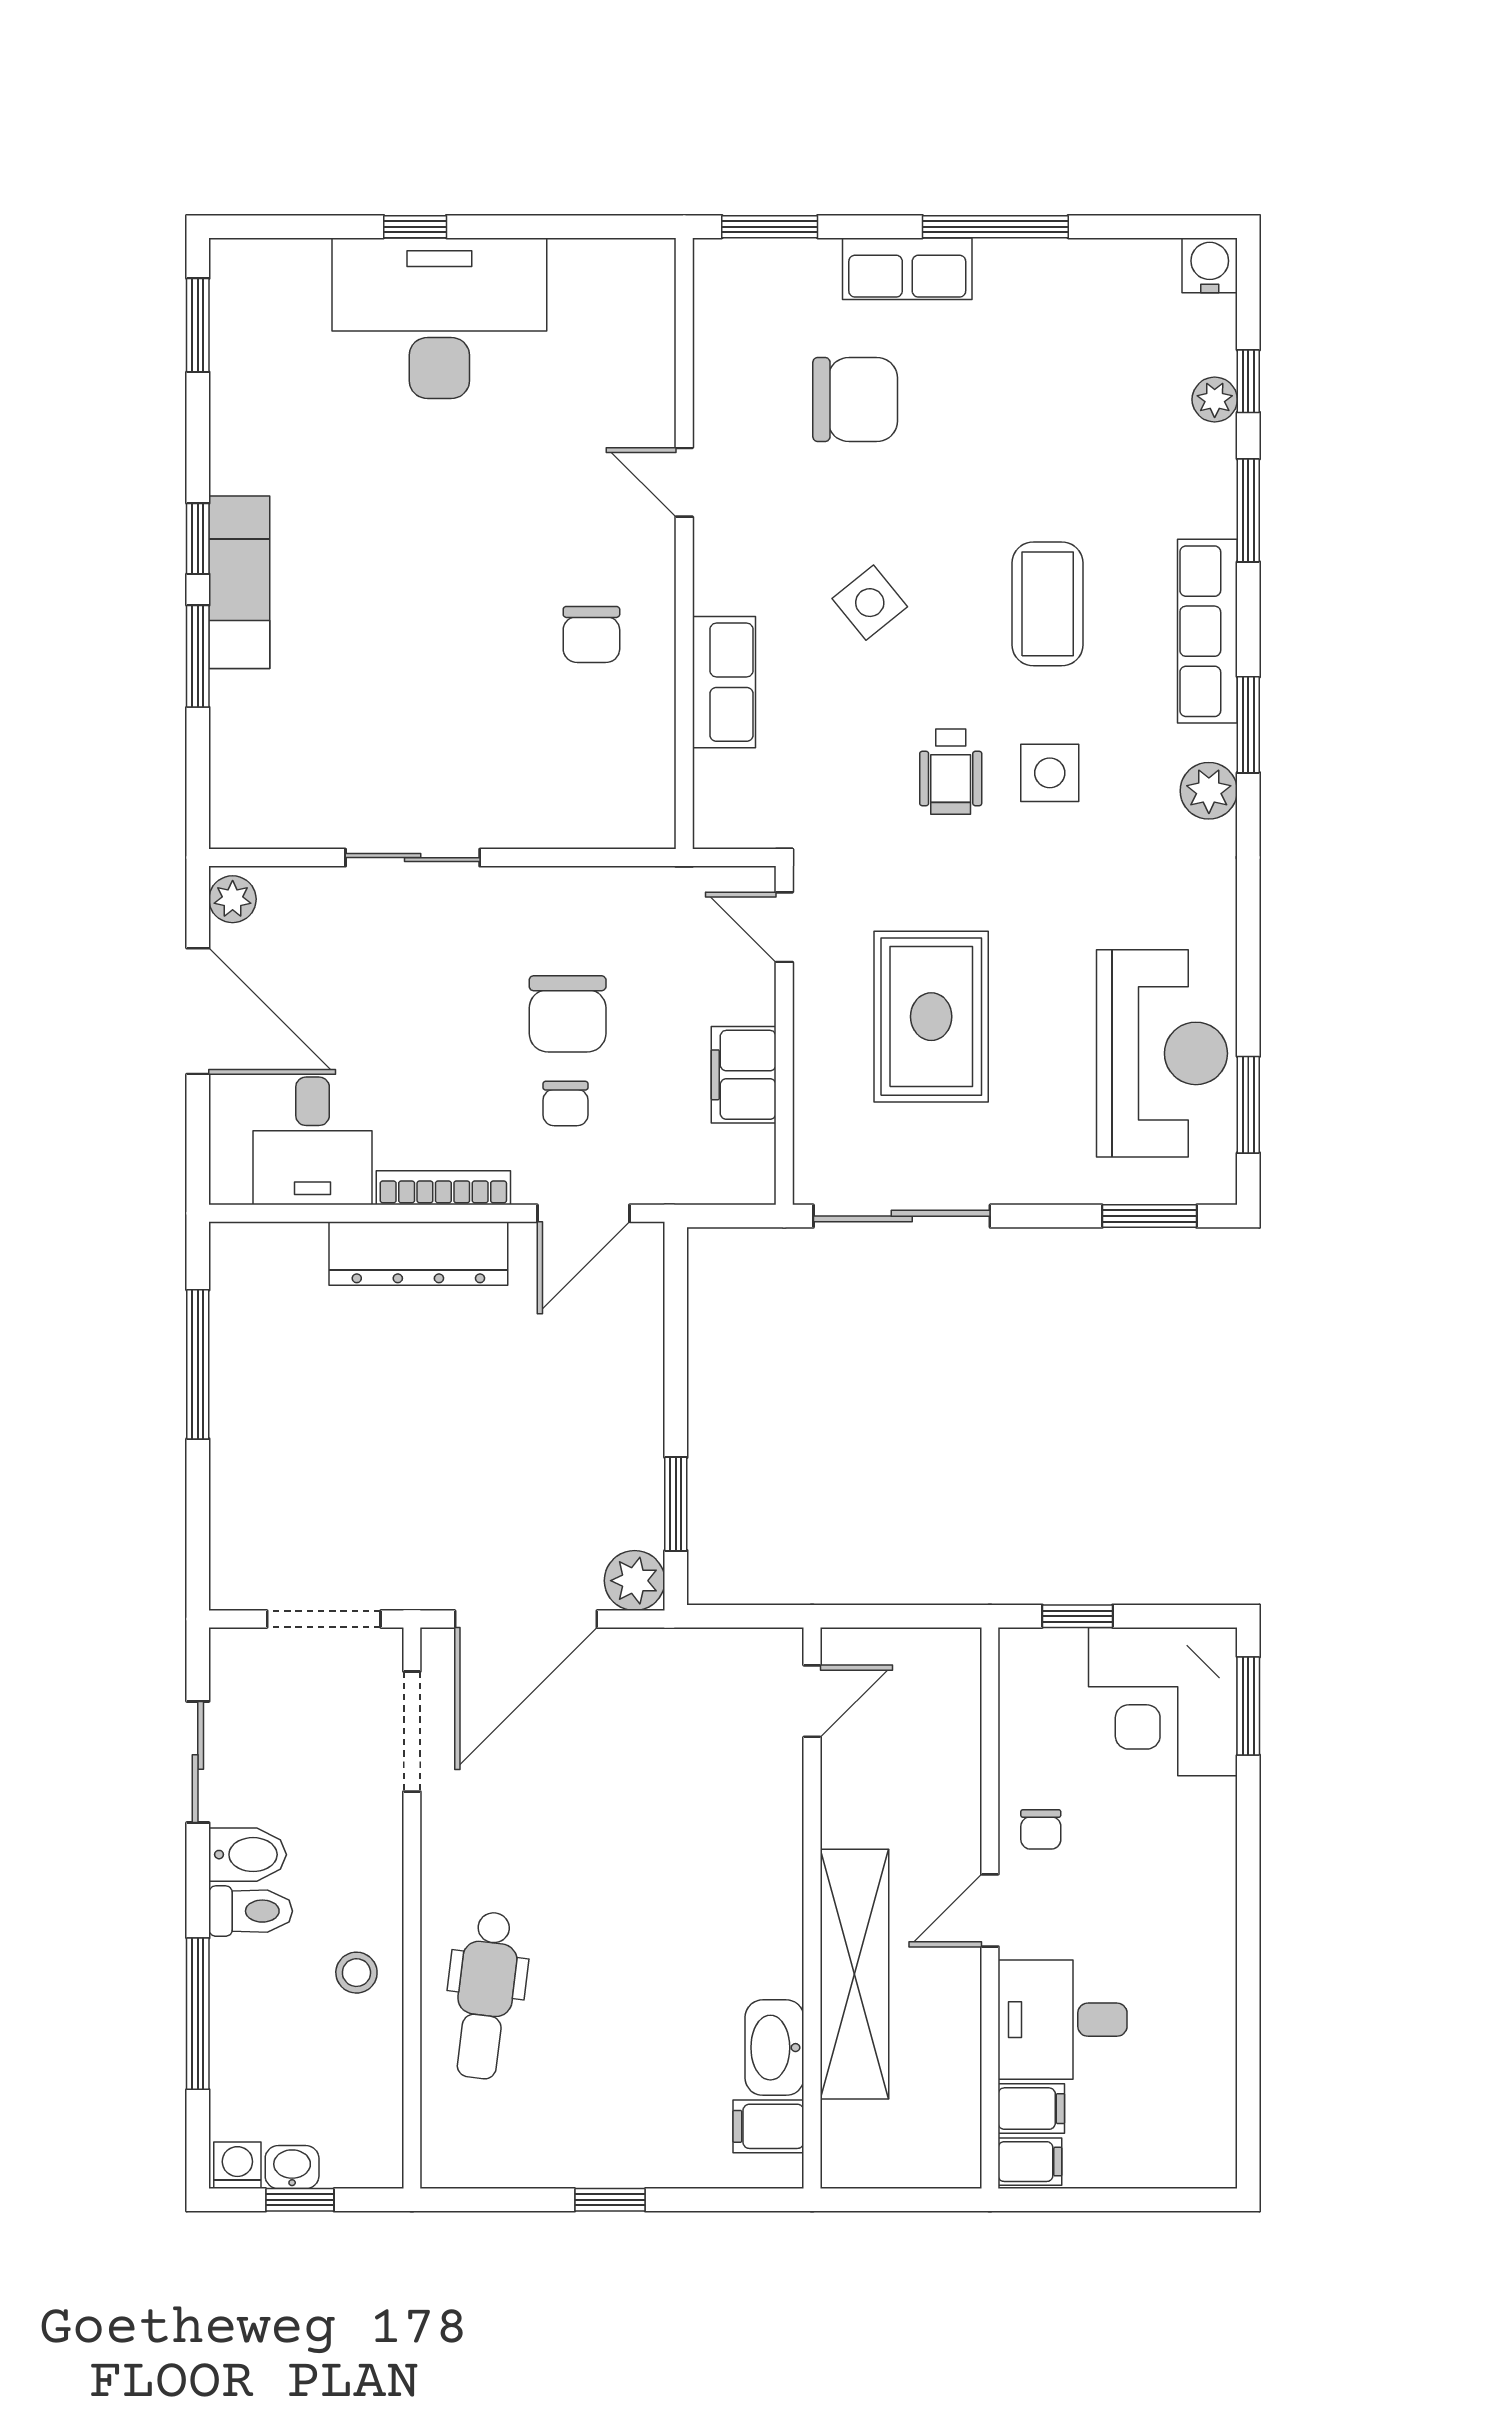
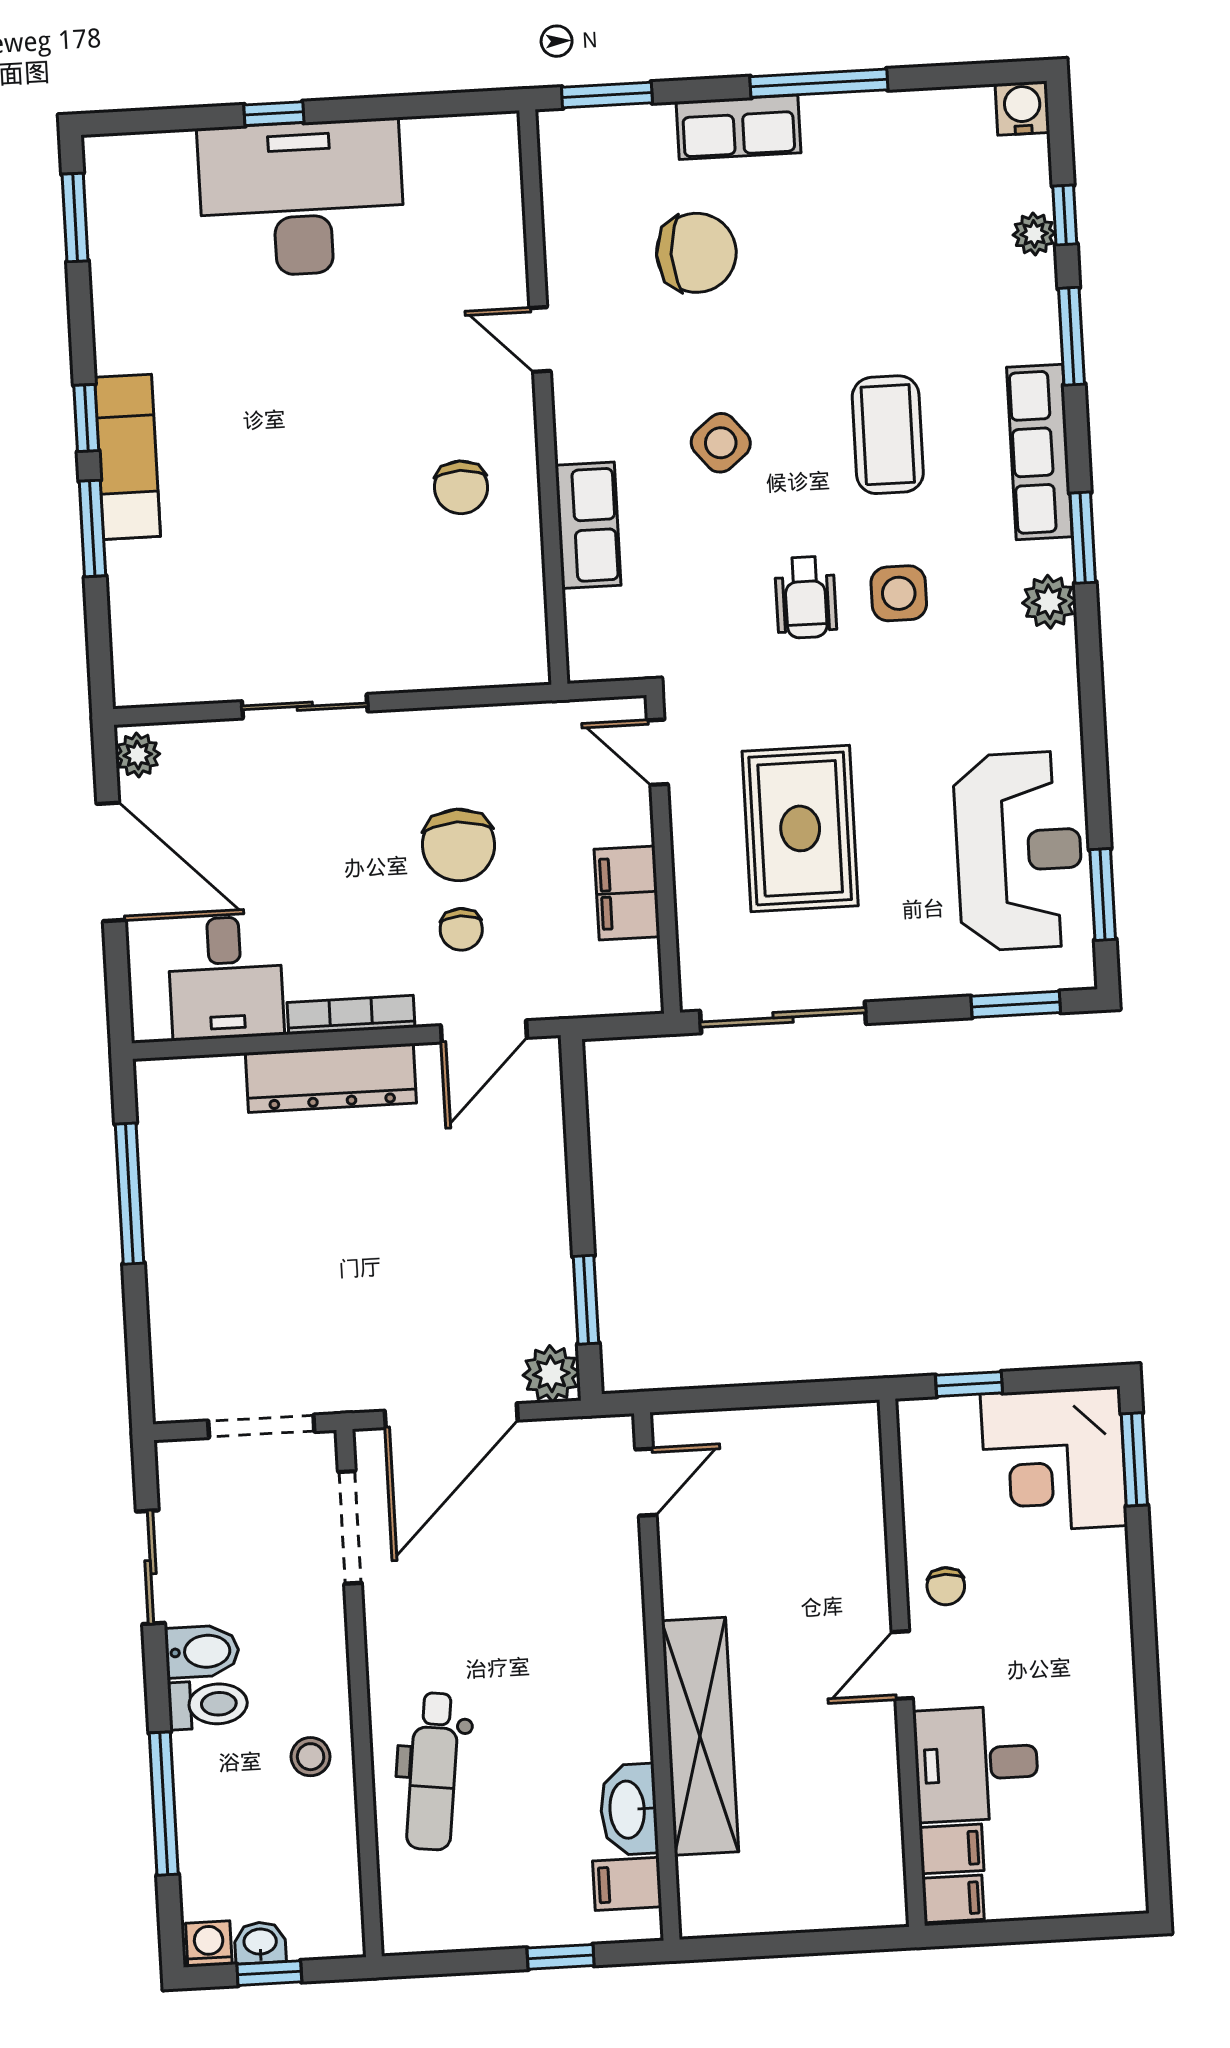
door: (812, 1701) -> (646, 1482), moved
wall: (812, 1908) -> (657, 1676), moved
shelving: (854, 1974) -> (700, 1736), moved
washbasin: (774, 2048) -> (629, 1810), moved
filing cabinet: (768, 2126) -> (627, 1884), moved

